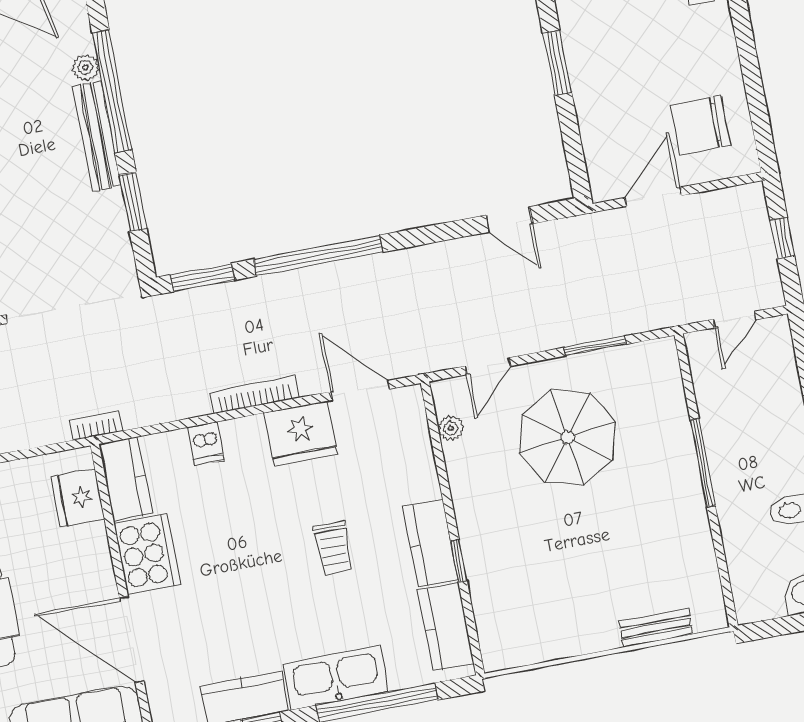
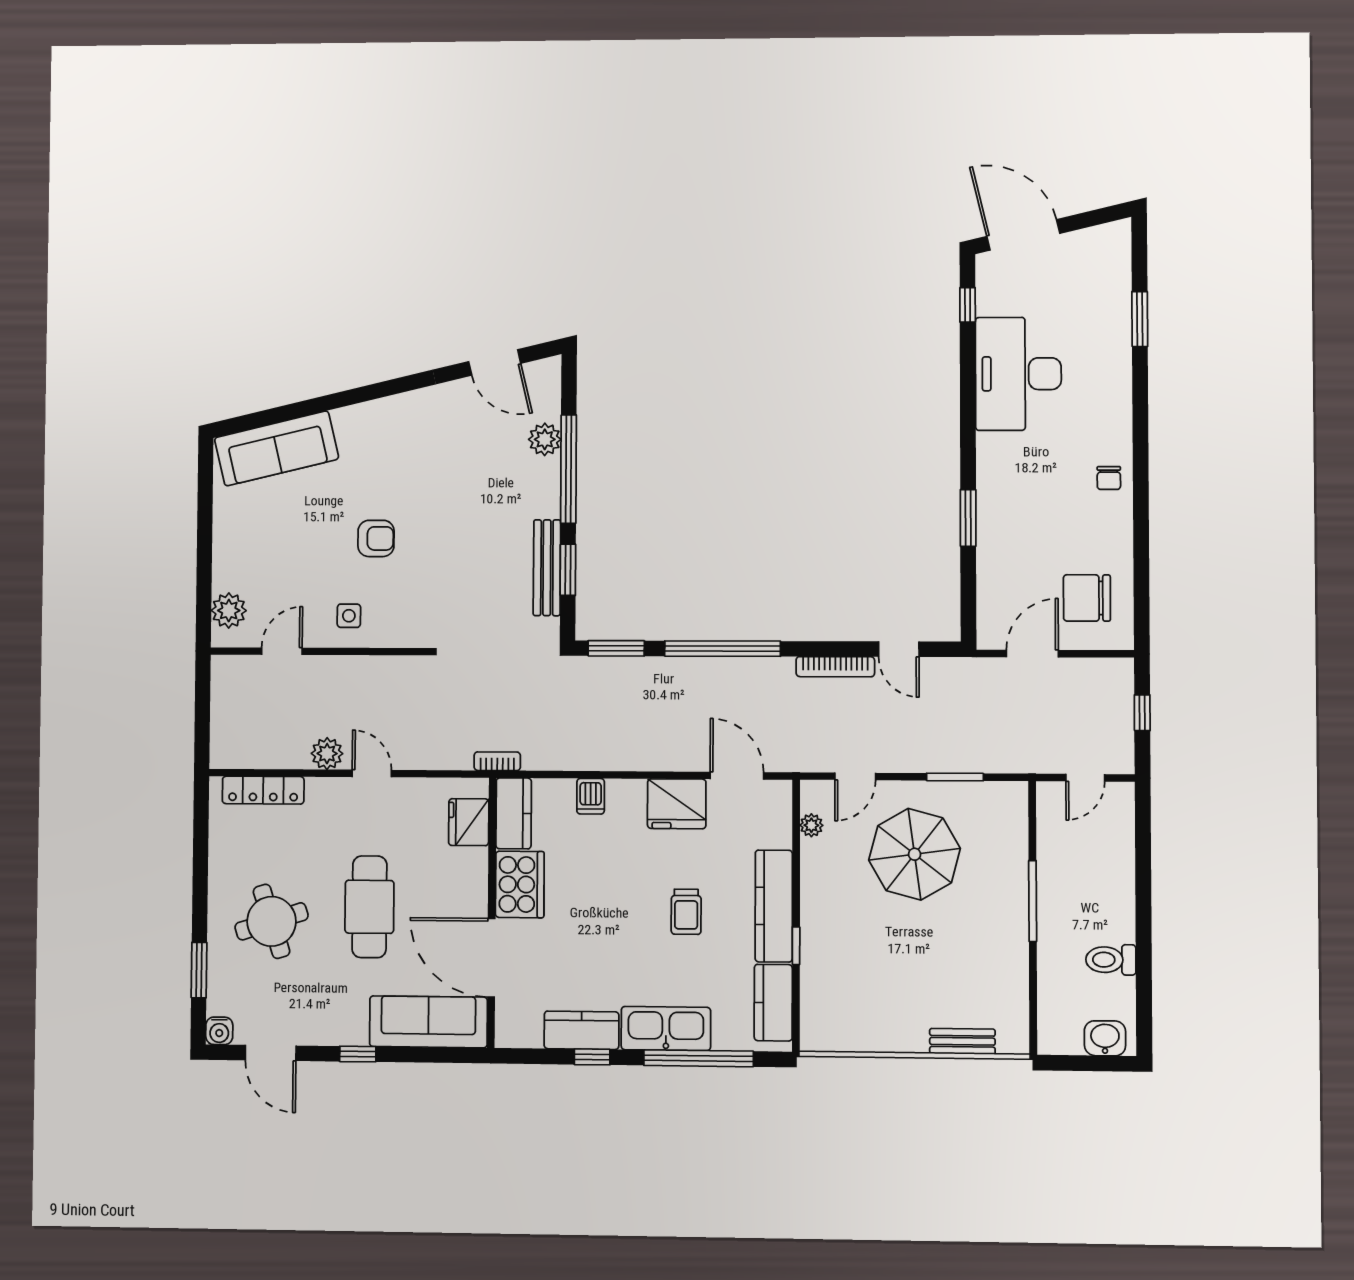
plant: (85, 67) -> (545, 439), width x1.38, depth x1.38
bench: (97, 136) -> (547, 568), moved
bookcase: (255, 395) -> (835, 667), moved, turned 180
kitchen counter: (430, 543) -> (774, 906), width x1.50

